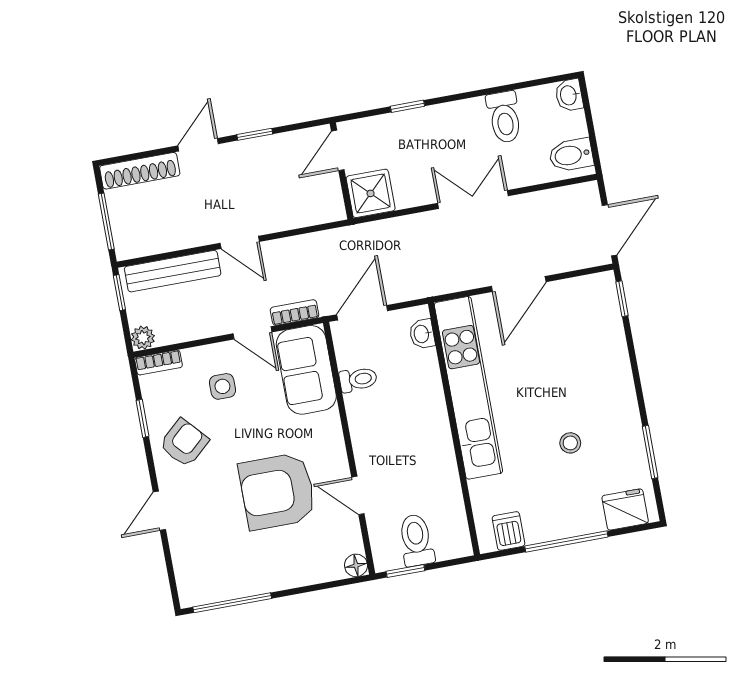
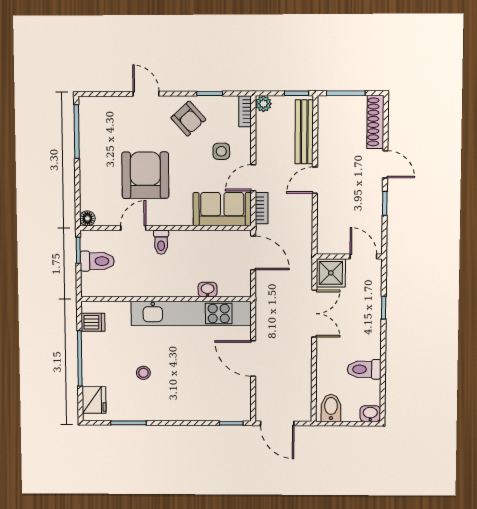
double door: (473, 199) -> (314, 314), moved
washbasin: (422, 334) -> (208, 290), moved
toilet: (358, 379) -> (161, 242), moved

